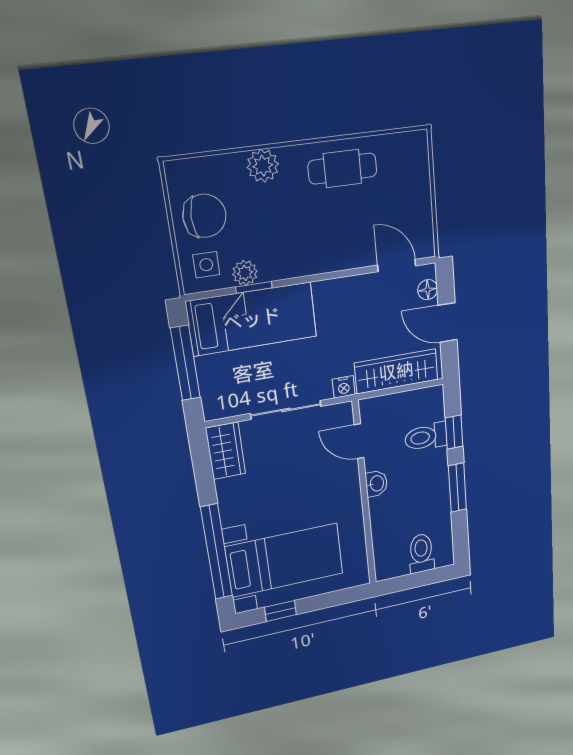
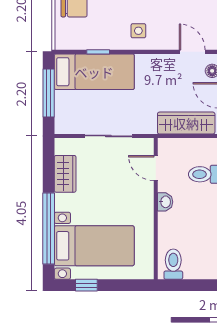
side table: (206, 265) -> (138, 31), moved
plant: (245, 273) -> (94, 42), removed
nightstand: (344, 387) -> (149, 127), removed
wardrobe: (226, 451) -> (65, 174), moved
toilet: (421, 553) -> (173, 264), moved

